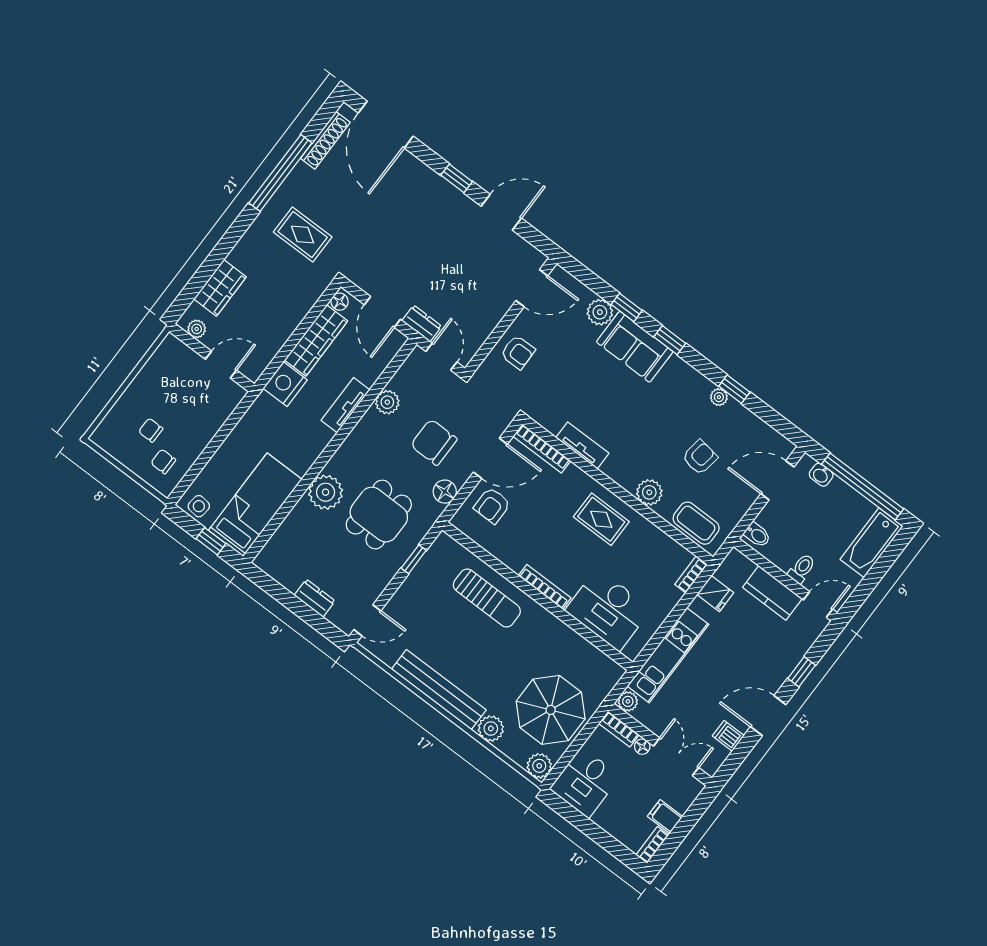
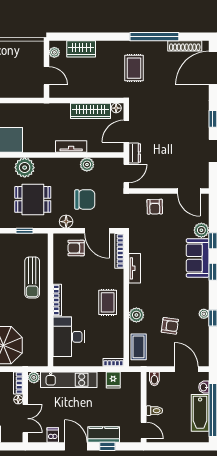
nightstand: (285, 384) -> (60, 112), removed
chair: (434, 442) -> (85, 199), turned 90
bathtub: (872, 543) -> (200, 413), moved, turned -90
kitchen counter: (772, 593) -> (104, 434), moved, turned 90

